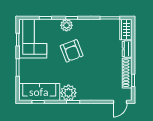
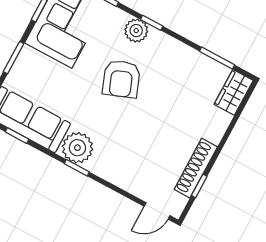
dresser: (127, 49) -> (218, 127), removed

